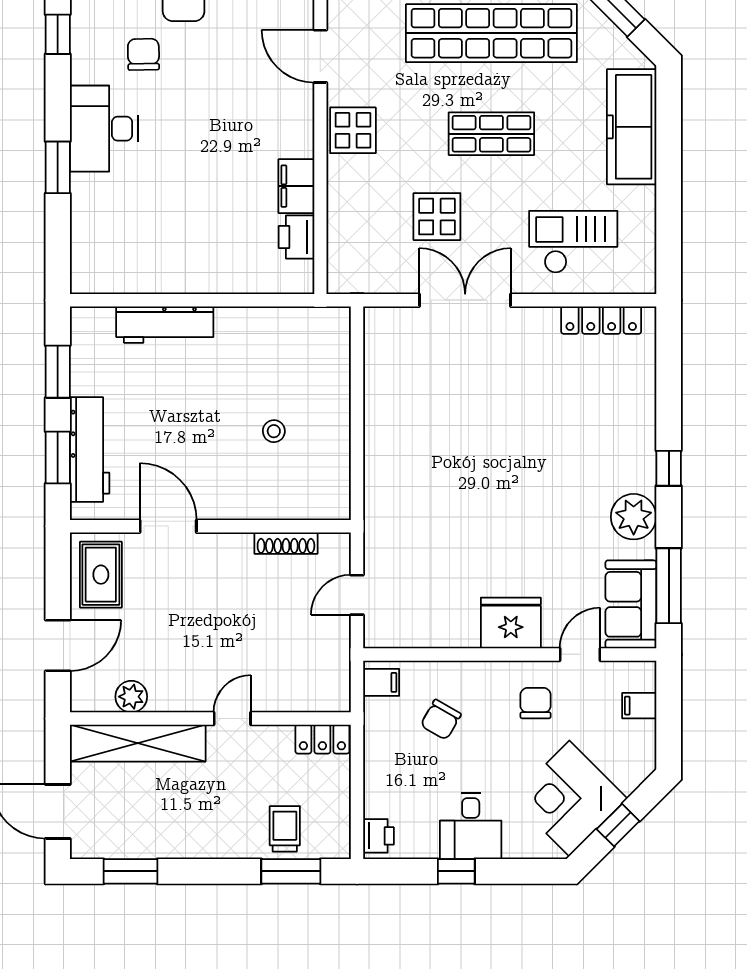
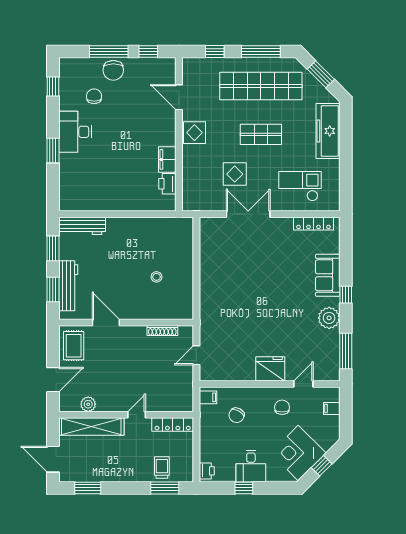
workbench: (165, 325) -> (82, 226), moved
sofa: (631, 604) -> (328, 275), moved
locker: (322, 739) -> (173, 425), width x1.53

